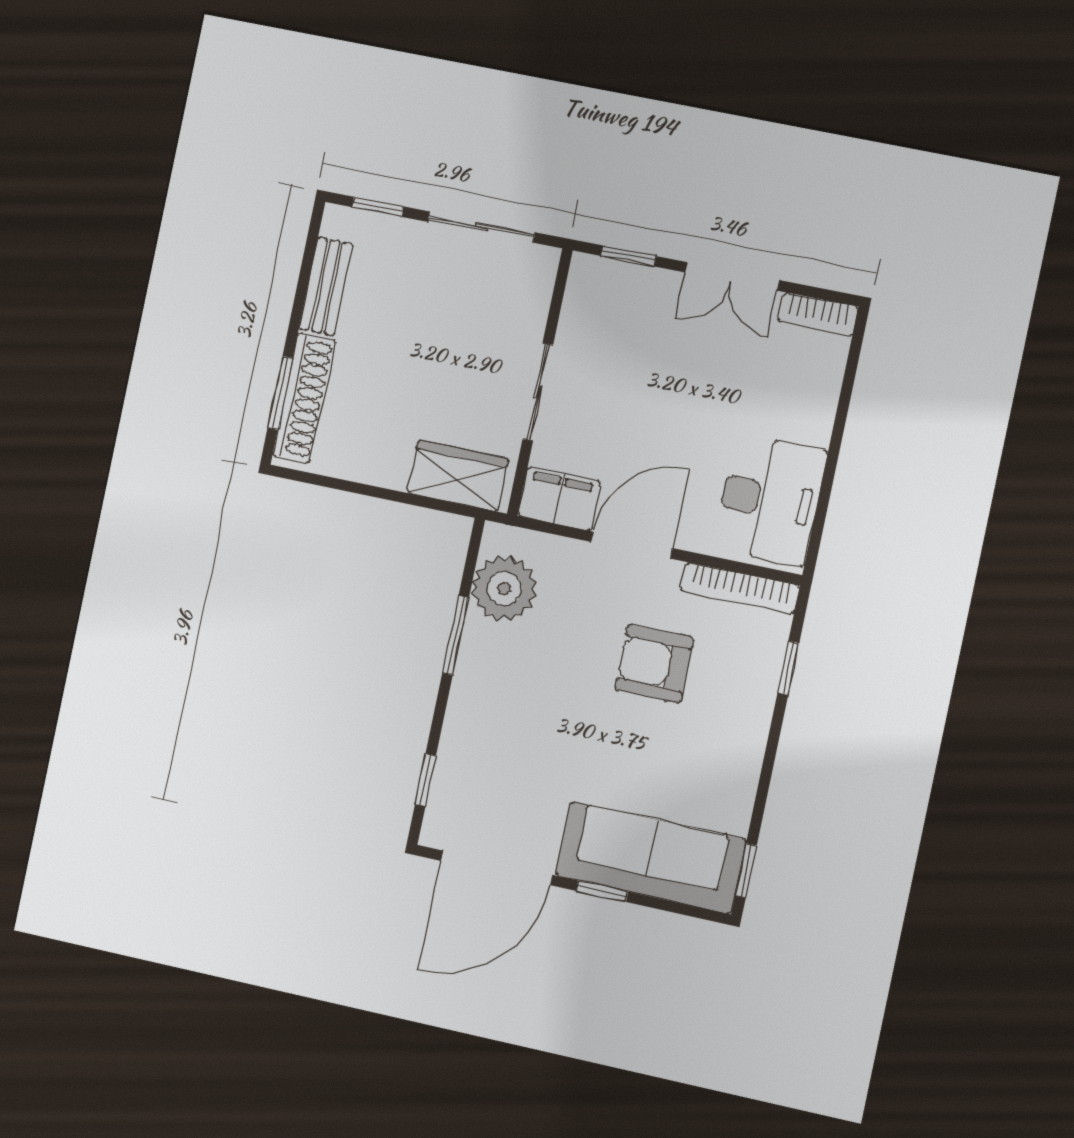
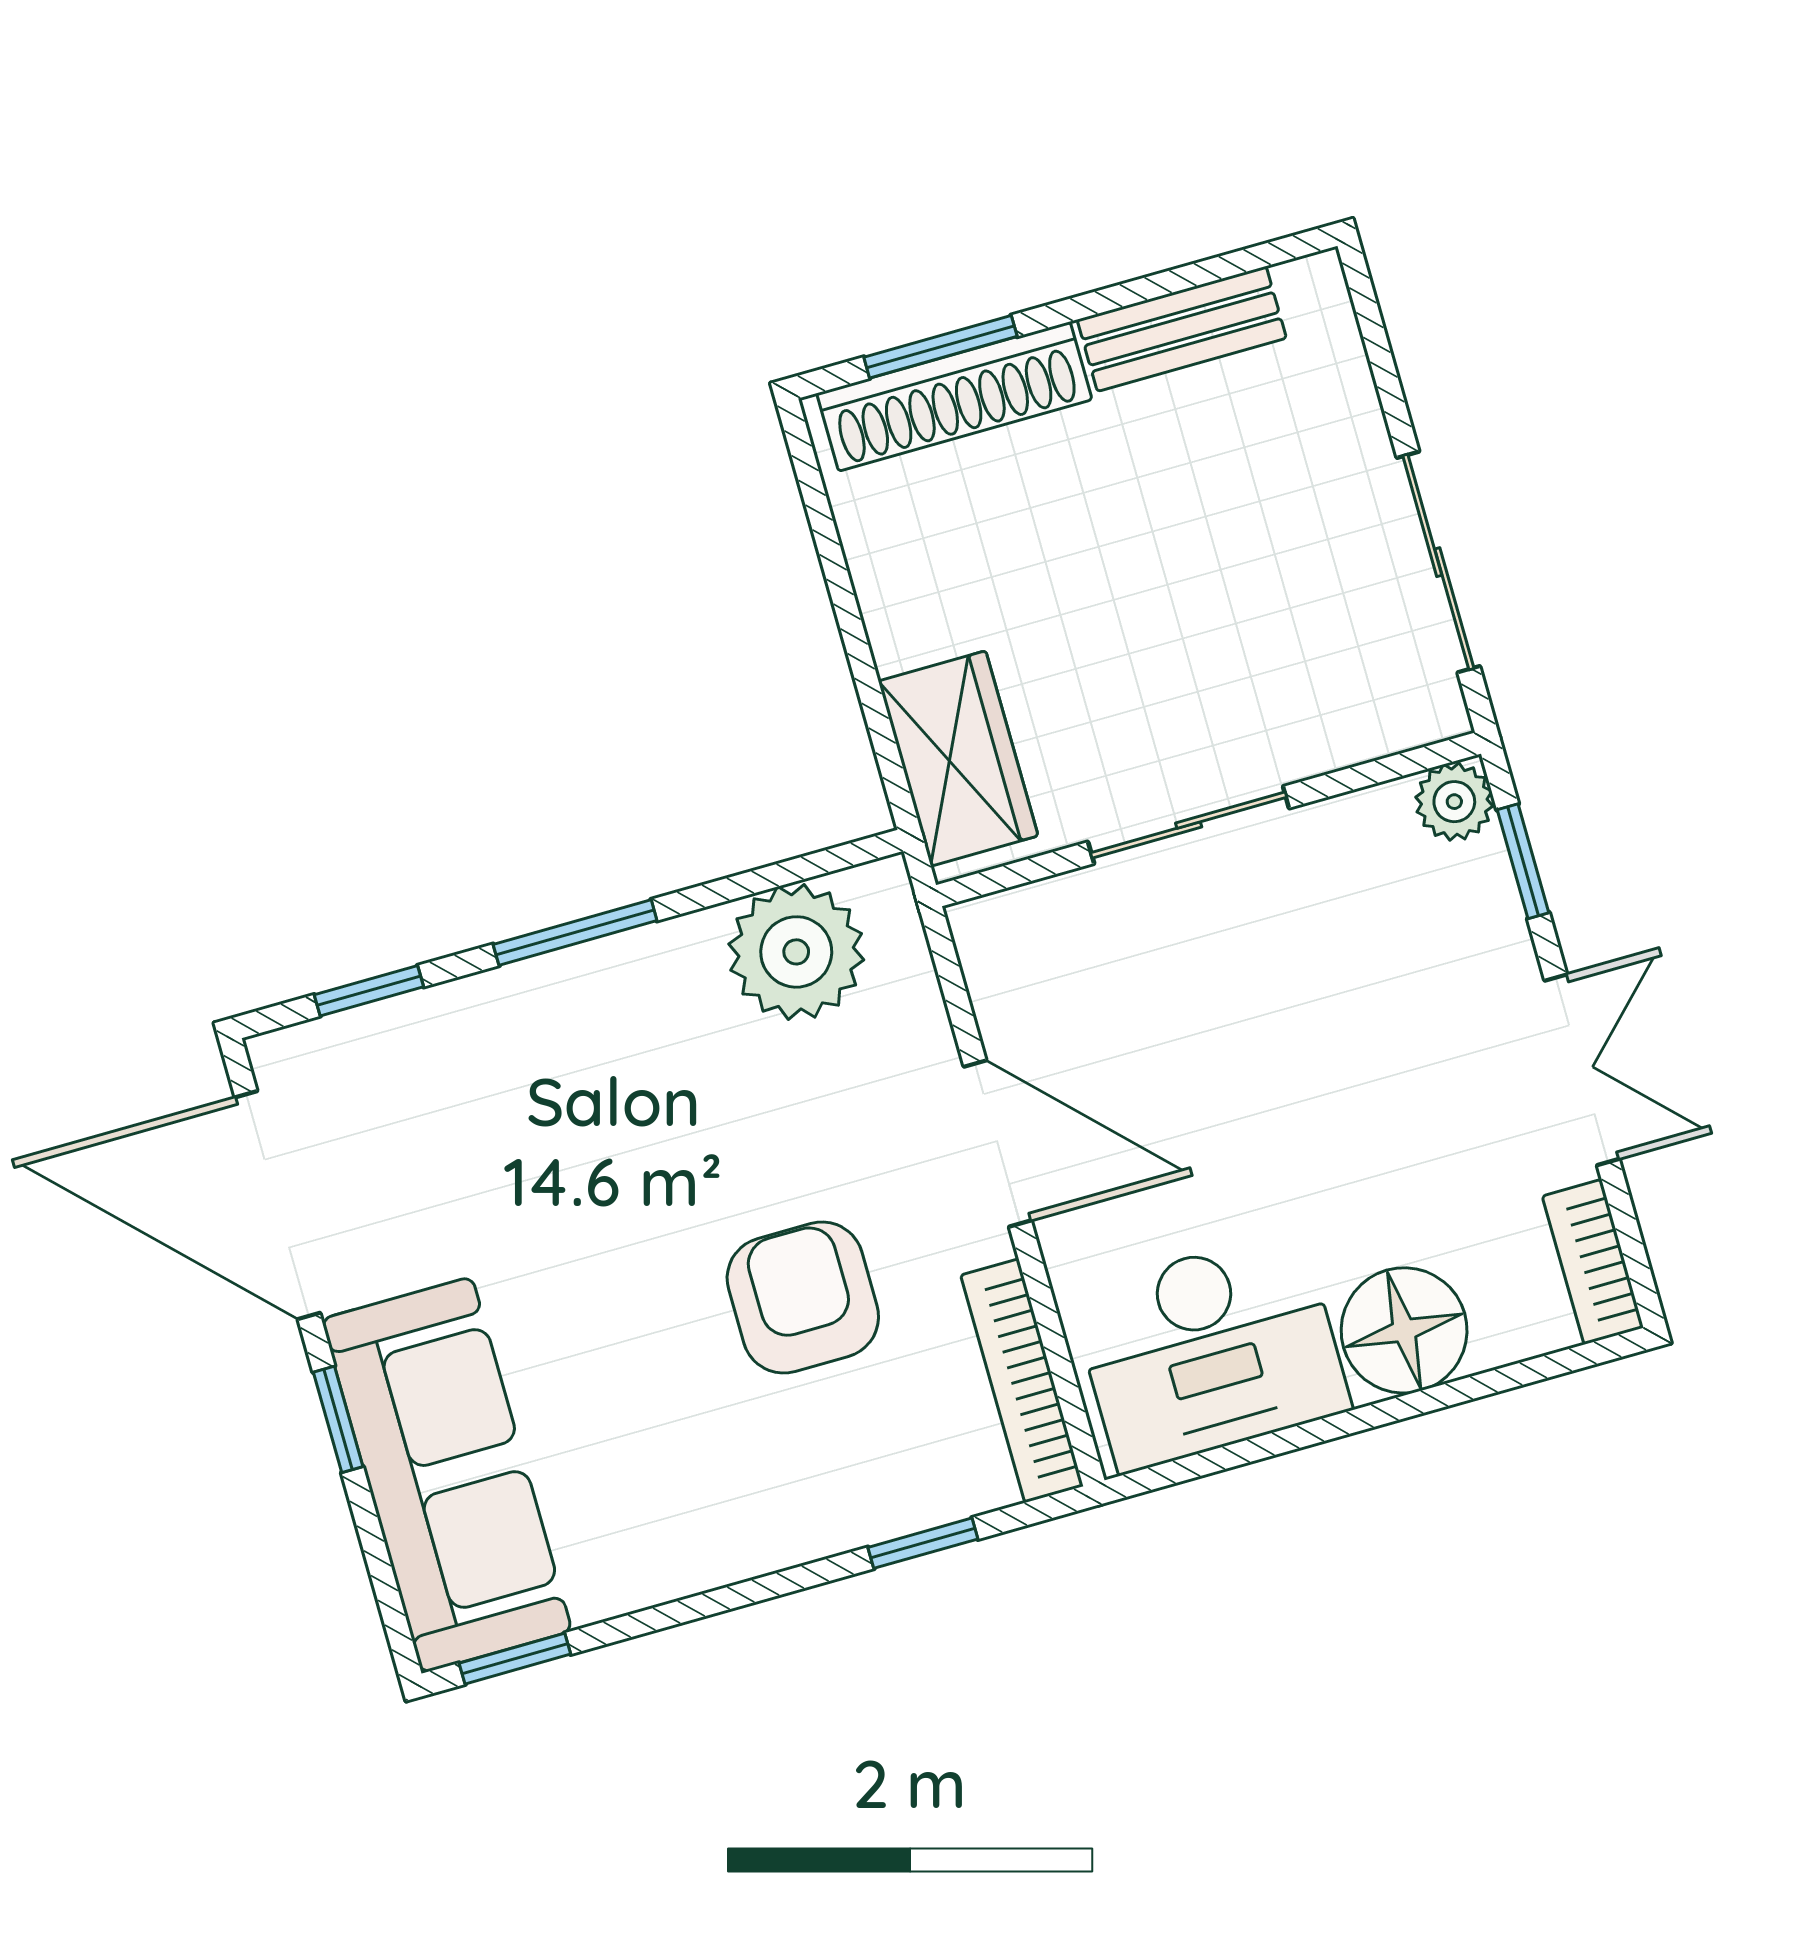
window: (378, 207) -> (1378, 349), removed
plant: (587, 273) -> (1454, 802), added
double door: (732, 276) -> (1582, 1070), swing flipped
floor lamp: (805, 411) -> (1404, 1330), added
filing cabinet: (559, 499) -> (1013, 967), removed
window: (456, 635) -> (575, 932), moved

